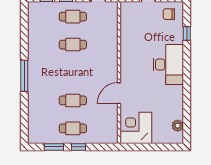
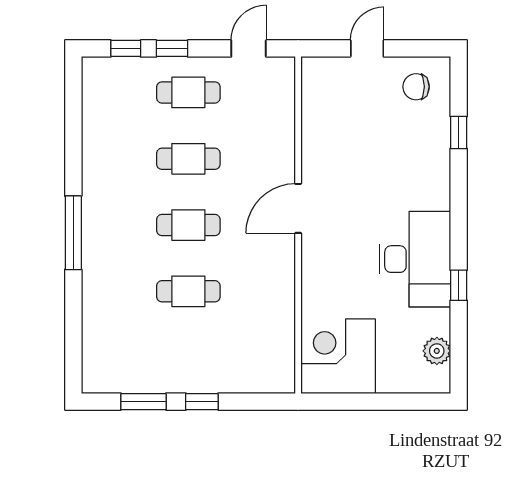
desk: (168, 65) -> (415, 259), moved
door: (119, 93) -> (298, 208), moved
window: (187, 98) -> (459, 285), added
cafe table: (73, 128) -> (188, 225), moved

